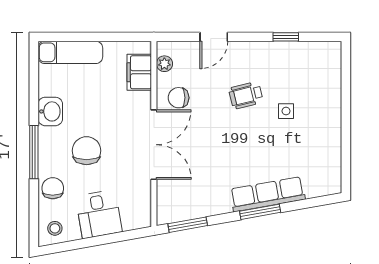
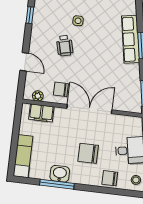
chair: (179, 98) -> (61, 89), turned 90
window: (34, 152) -> (57, 184), moved

